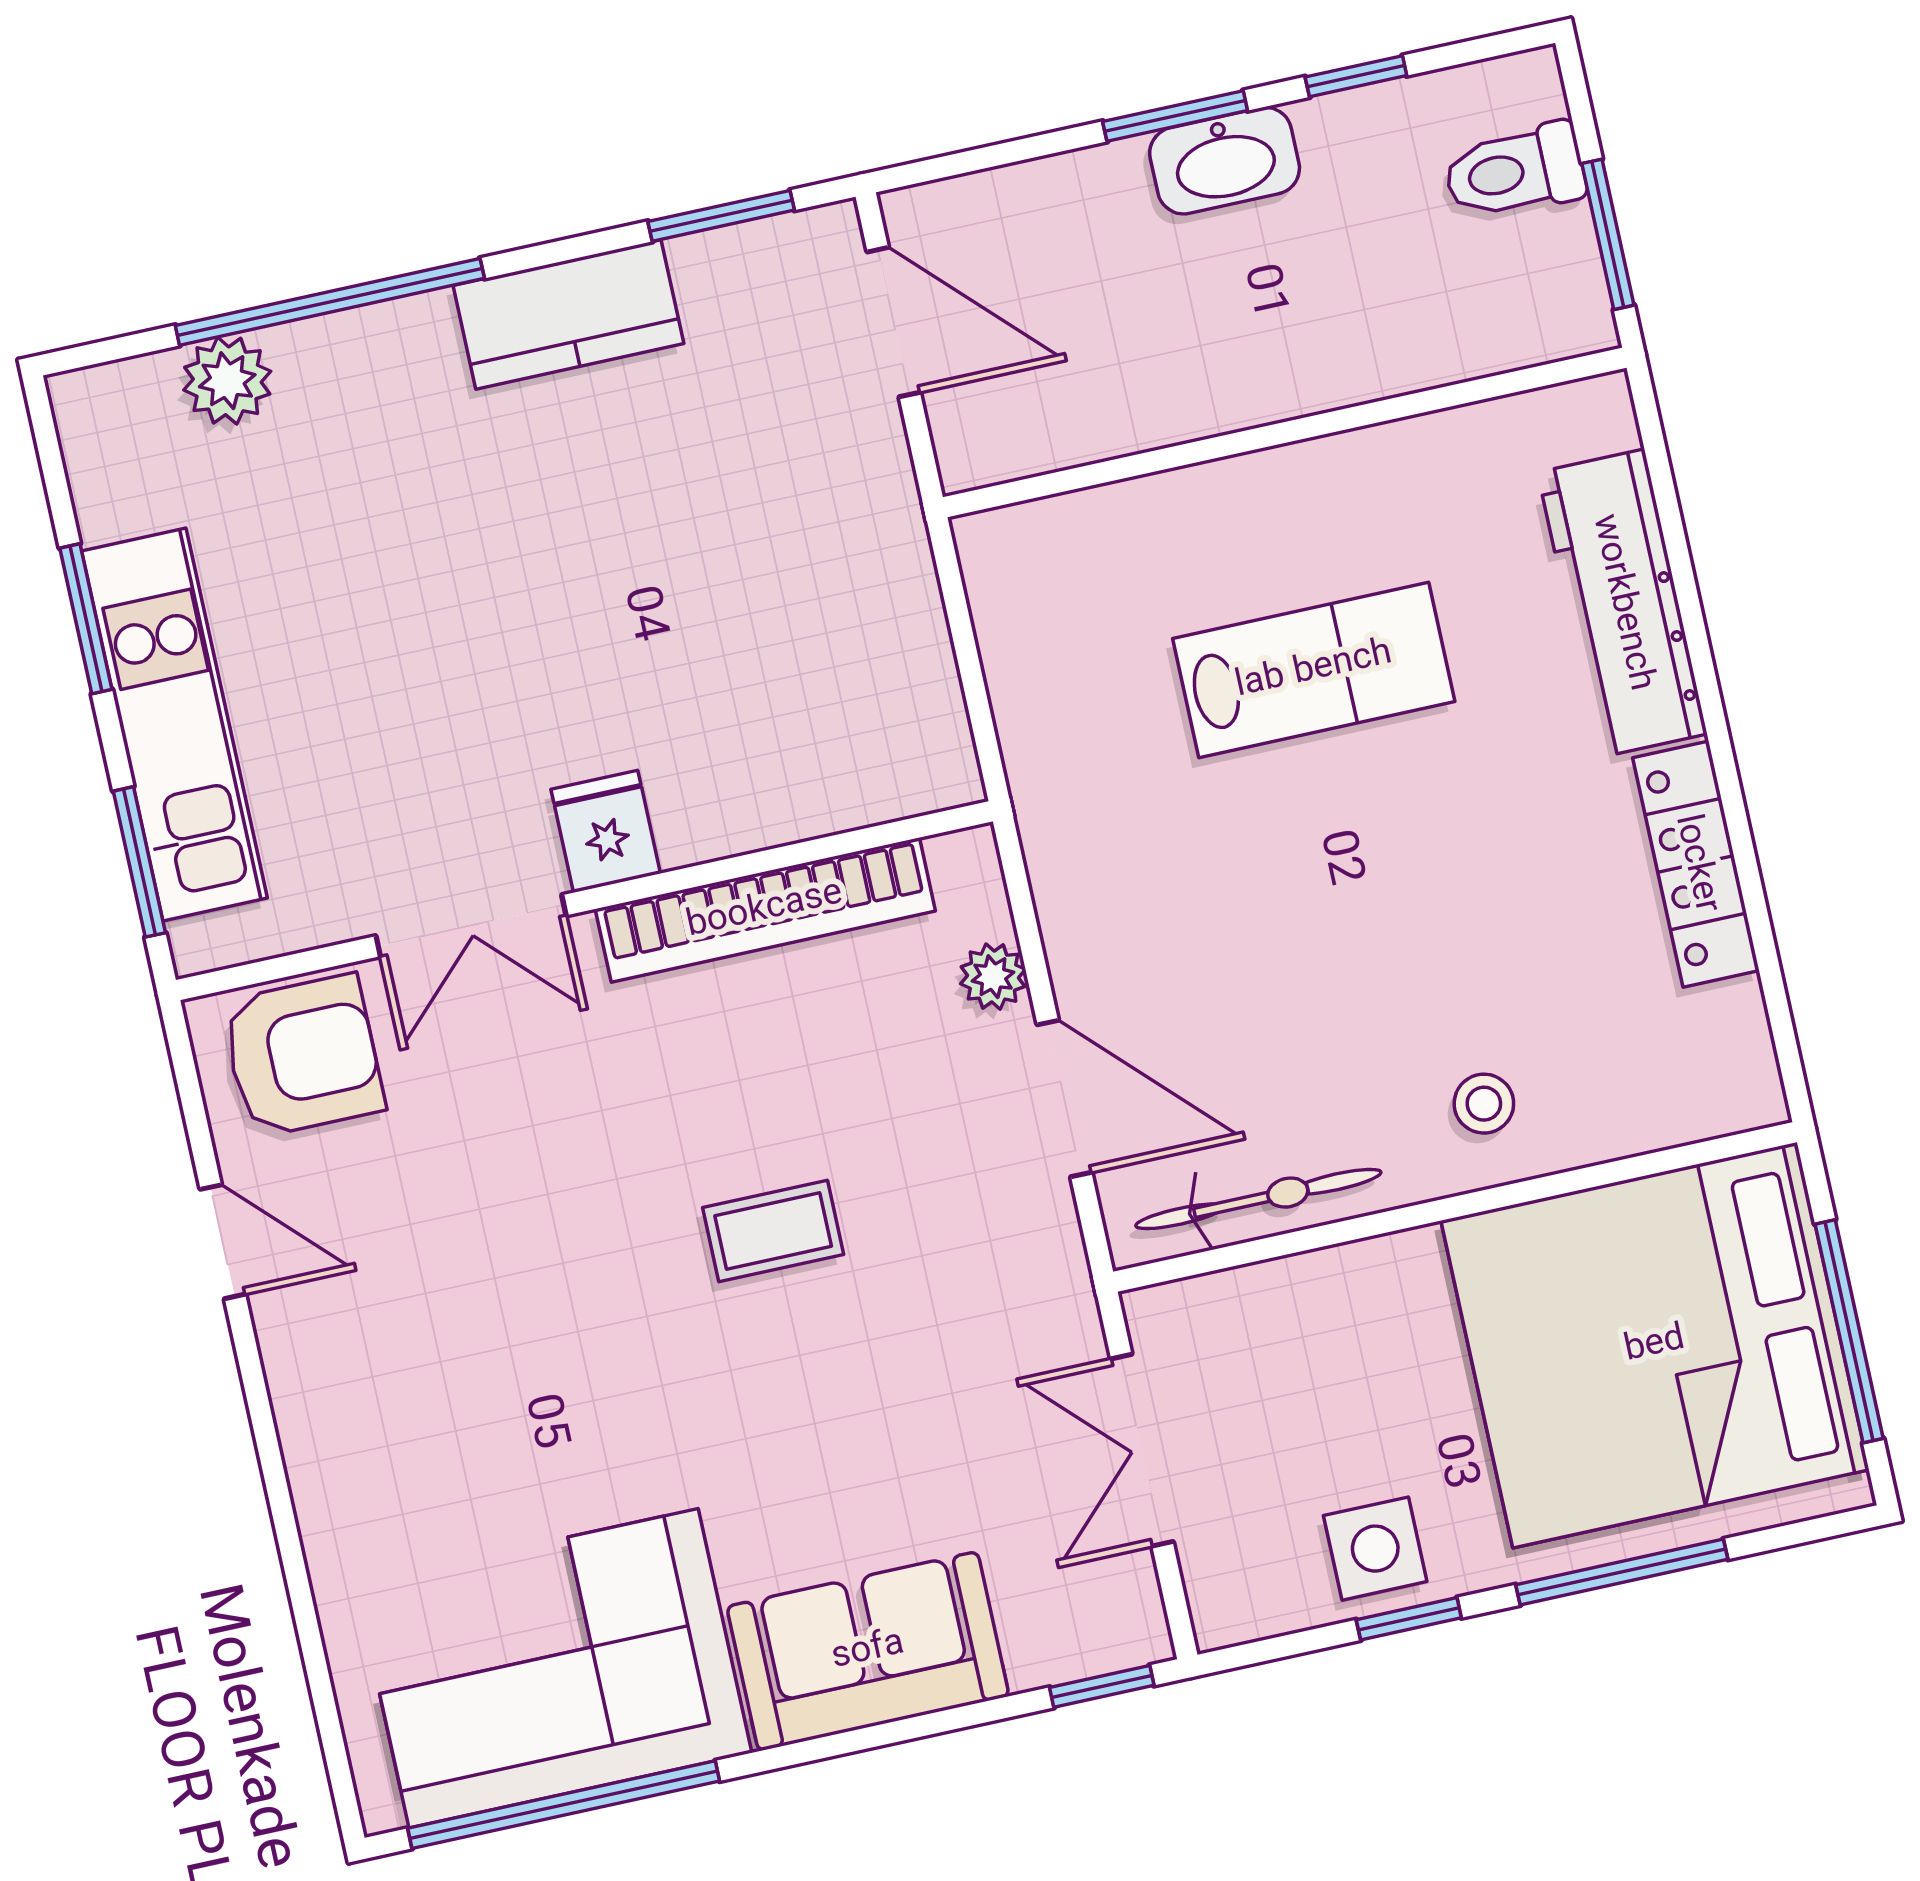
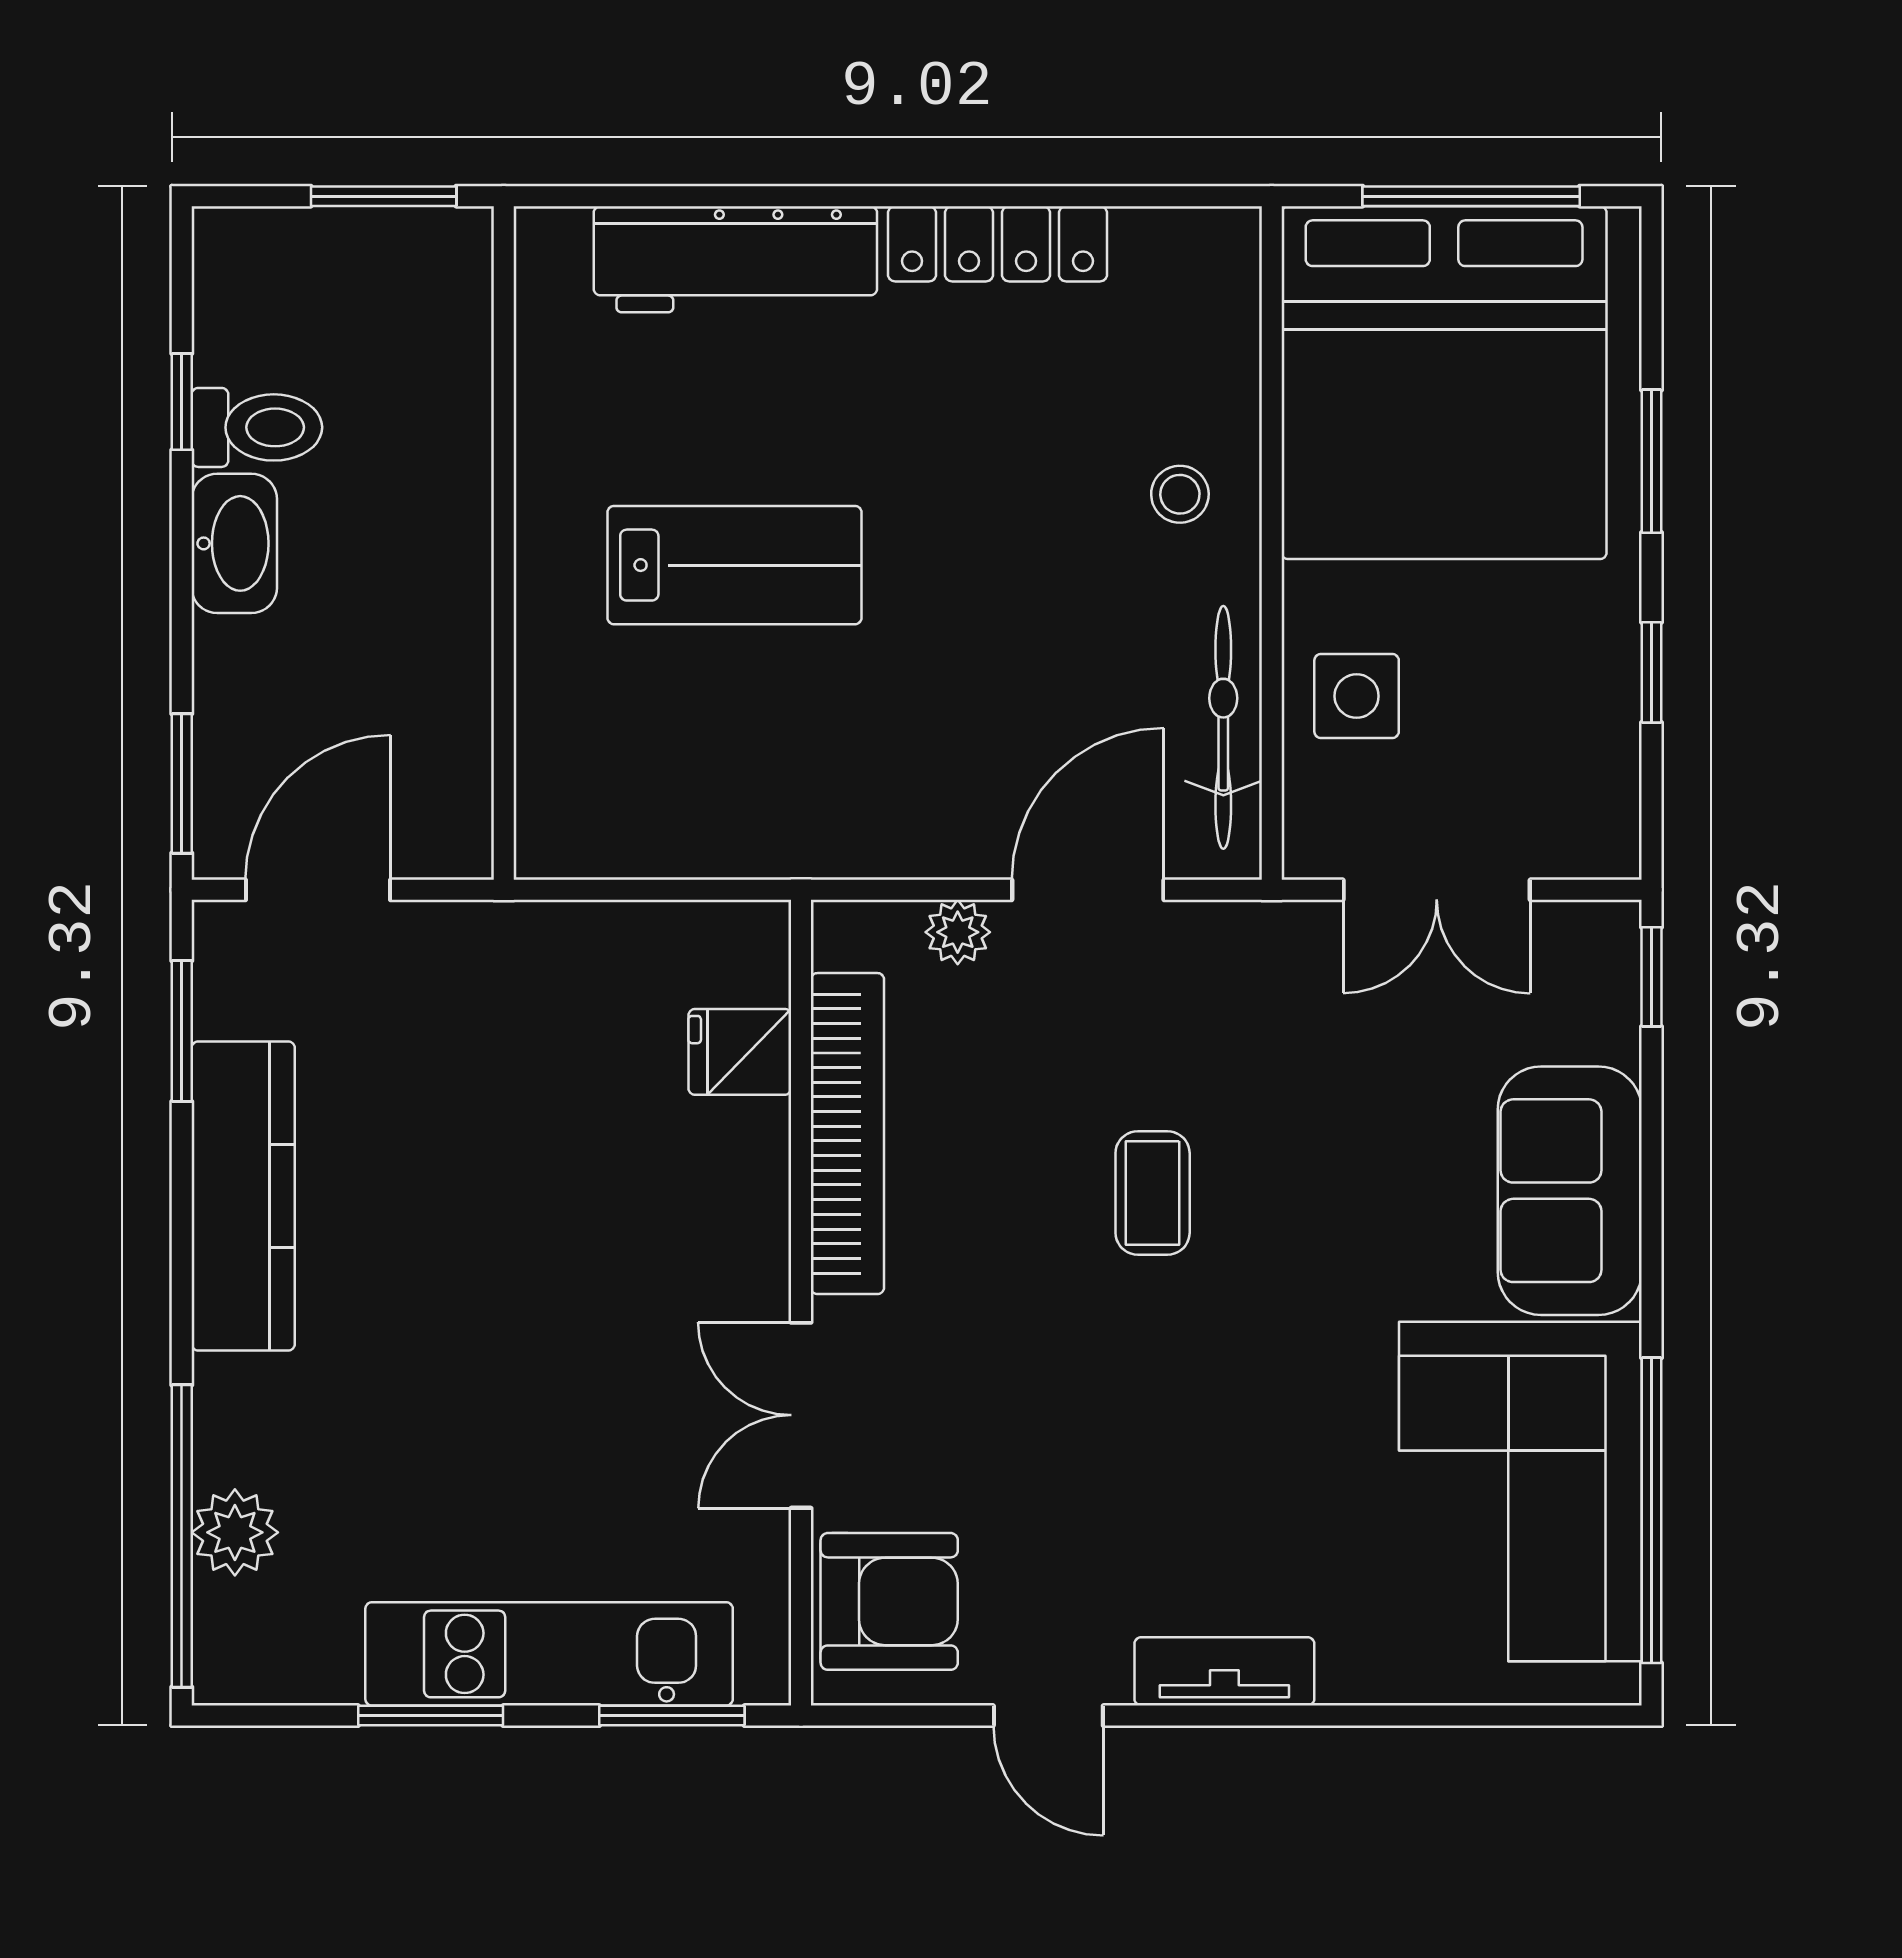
window: (1175, 116) -> (182, 783), moved
toilet: (1515, 171) -> (257, 427), moved, turned -90
window: (330, 302) -> (182, 1536), moved
kitchen counter: (568, 314) -> (243, 1196), width x1.50
lab bench: (1314, 670) -> (734, 565), turned 90
fridge: (606, 831) -> (740, 1052), moved
double door: (471, 926) -> (801, 1415), swing flipped
armchair: (303, 1056) -> (889, 1601), turned 90
door: (223, 1242) -> (1048, 1716), swing flipped
tv unit: (306, 1409) -> (1224, 1671), added
side table: (1375, 1549) -> (1357, 696), moved
window: (1622, 1572) -> (1652, 461), width x0.69

